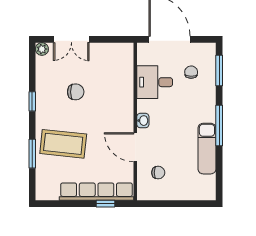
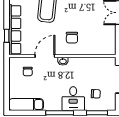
desk: (155, 82) -> (73, 99), moved, turned 180
chair: (76, 92) -> (72, 38), moved
exam couch: (207, 149) -> (26, 105), moved

